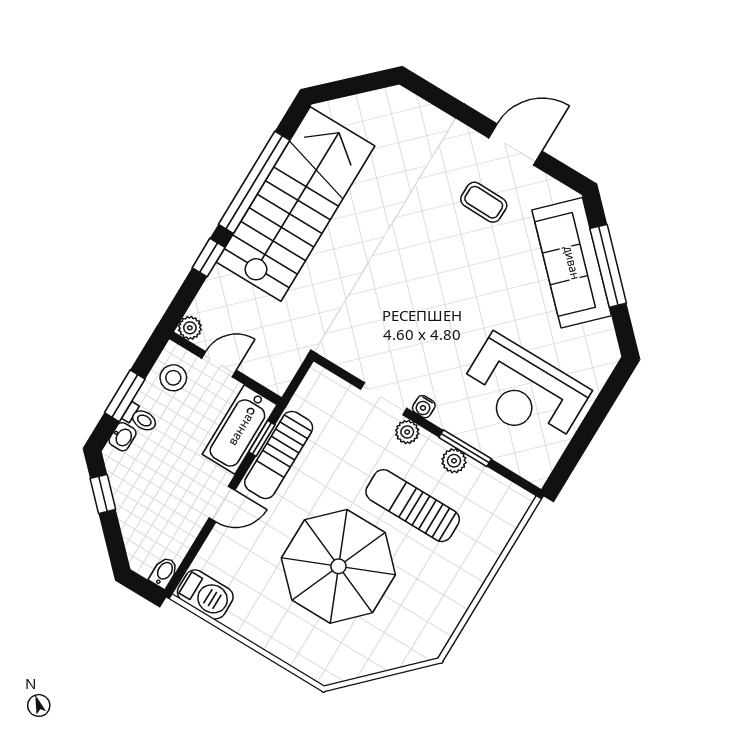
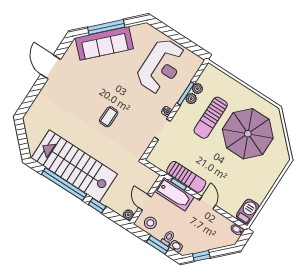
coffee table: (484, 202) -> (109, 117), moved
plant: (407, 432) -> (197, 89), moved
parasol: (338, 566) -> (248, 134), moved

